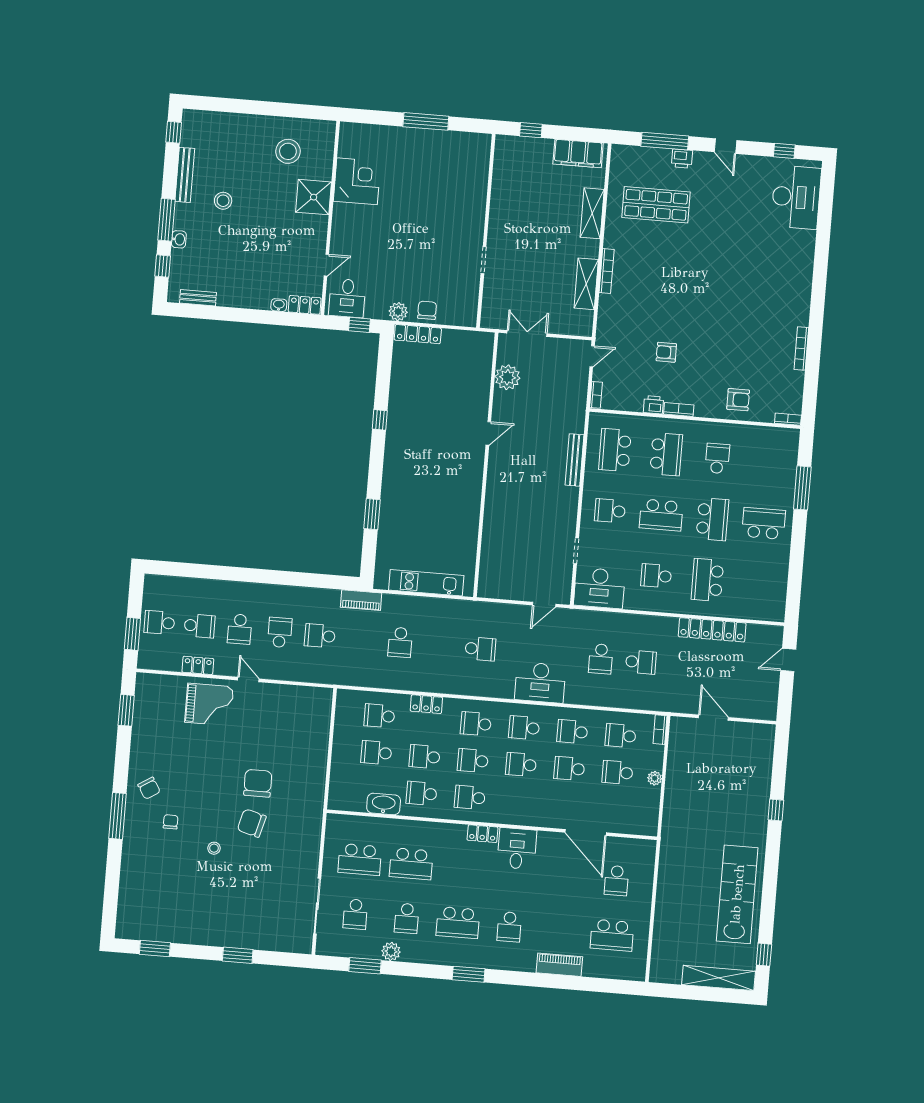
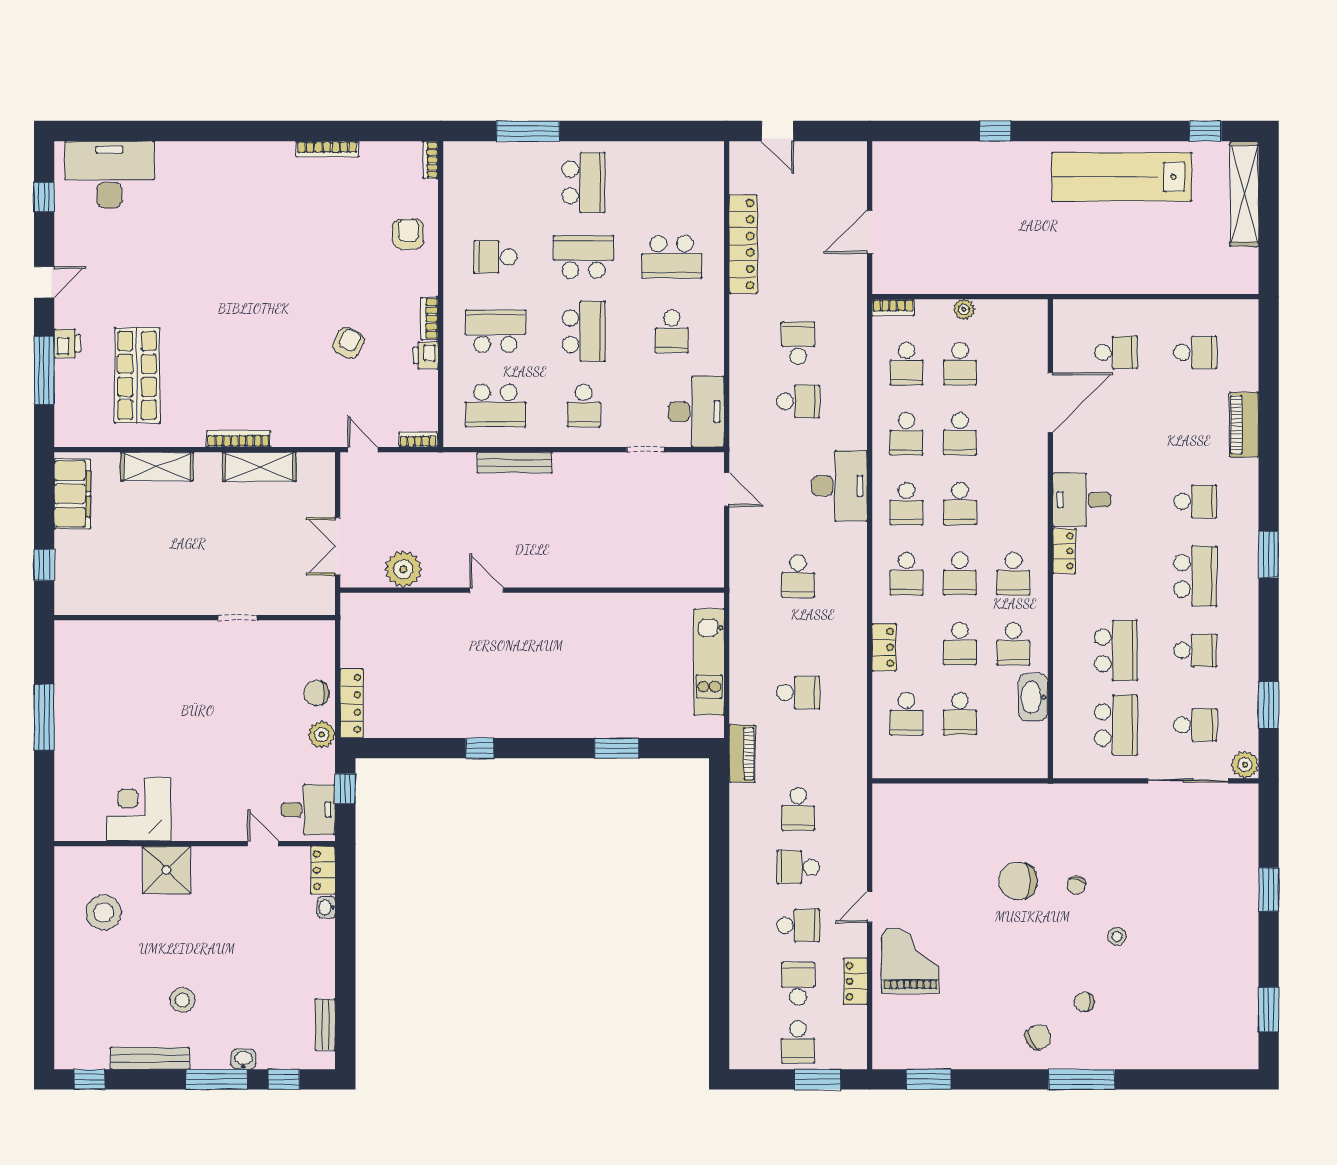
armchair: (666, 352) -> (348, 343), turned -153
school desk: (764, 523) -> (584, 183), turned 180
school desk: (480, 649) -> (798, 576), turned 180
chair: (252, 823) -> (1076, 885), width x0.54, depth x0.54
school desk: (612, 935) -> (1195, 352), width x0.54
plant: (391, 951) -> (1245, 765), moved

